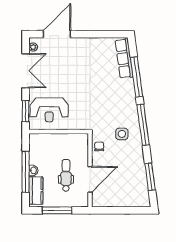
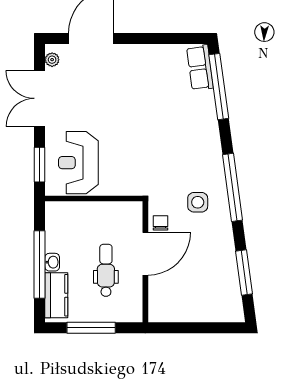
row of seats: (124, 58) -> (200, 68), width x0.68
double door: (26, 71) -> (40, 98), swing flipped
window: (136, 77) -> (219, 87), moved
reception desk: (49, 110) -> (78, 163), turned 90
door: (90, 179) -> (145, 254), moved

